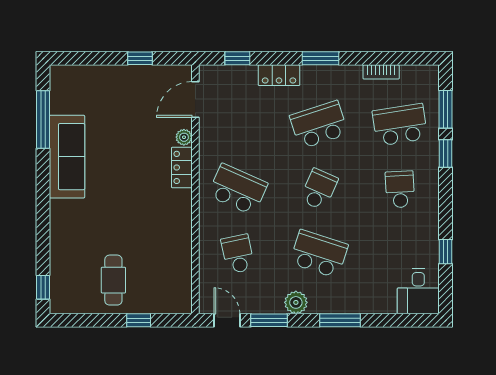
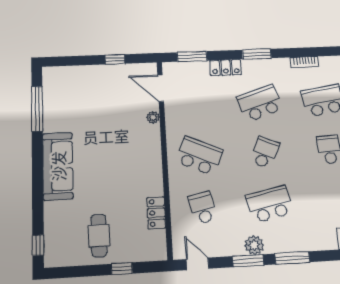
window: (237, 58) -> (192, 56), width x1.50
door: (195, 99) -> (161, 88), hinge flipped
sofa: (67, 157) -> (58, 166), moved
locker: (182, 167) -> (156, 213), moved
school desk: (319, 254) -> (270, 204), turned -30
window: (269, 320) -> (248, 261), moved

